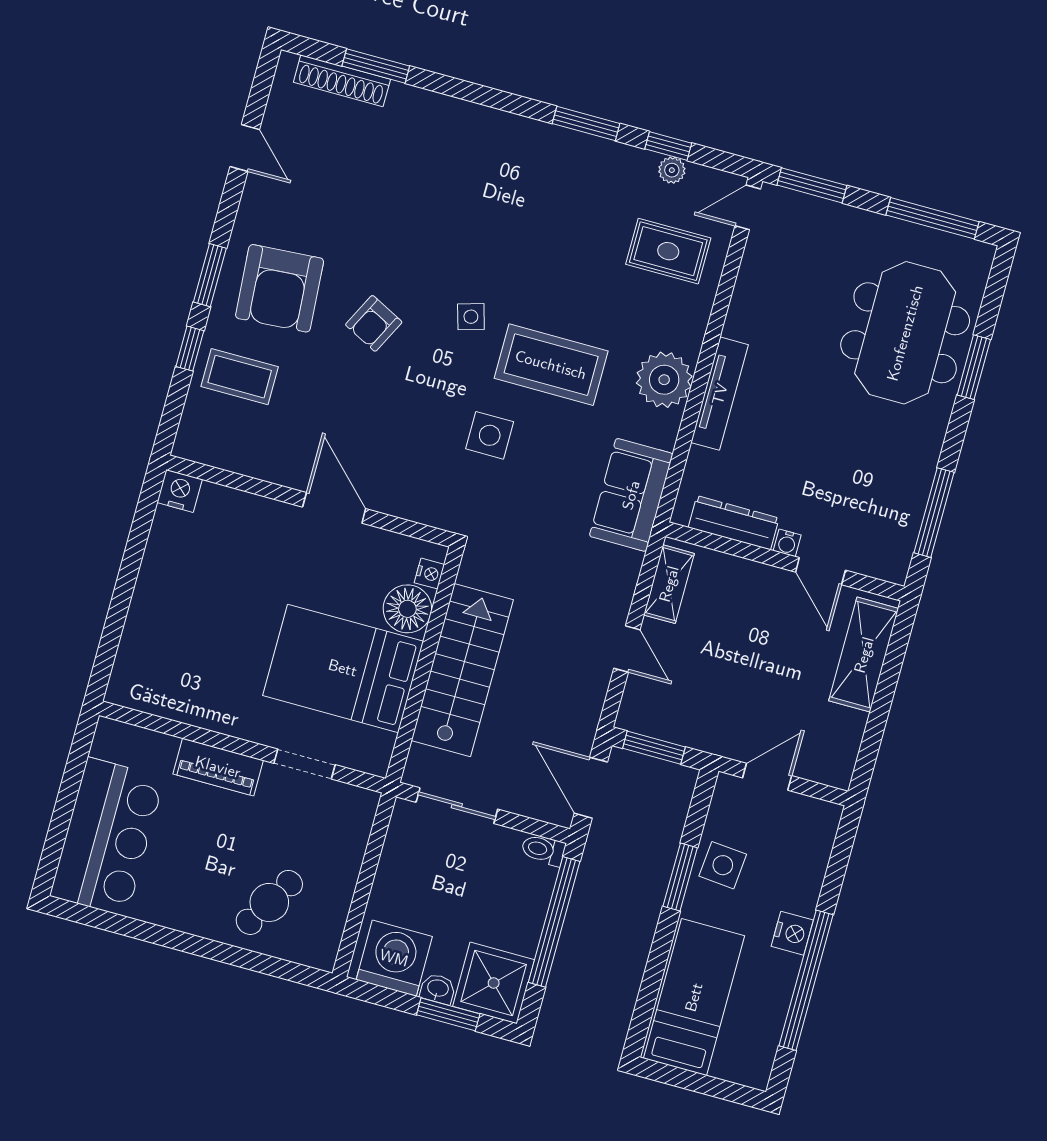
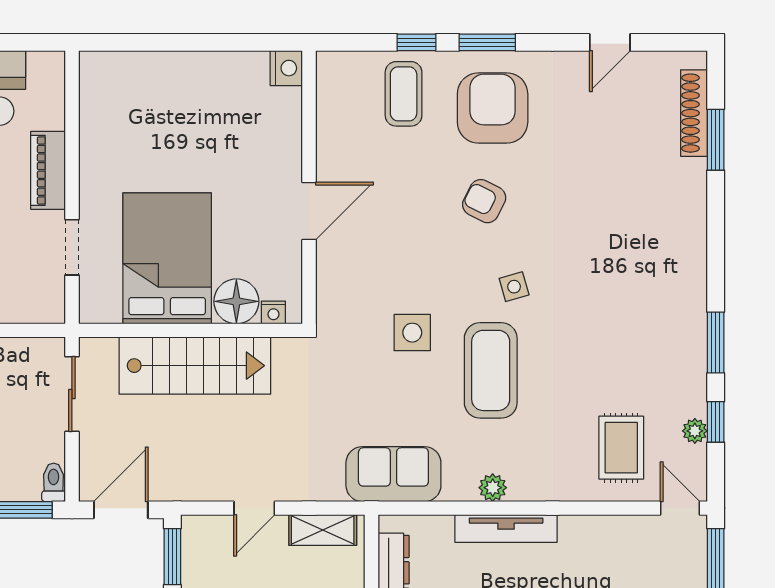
armchair: (280, 288) -> (493, 108), turned 94
plant: (664, 380) -> (493, 488), width x0.53, depth x0.53

